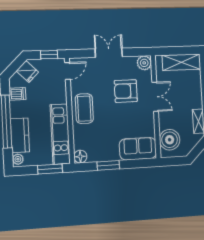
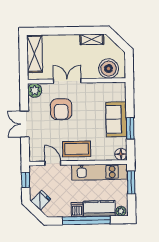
door: (68, 71) -> (53, 163), moved
dishwasher: (17, 94) -> (77, 210), moved
sofa: (138, 149) -> (116, 119), moved

